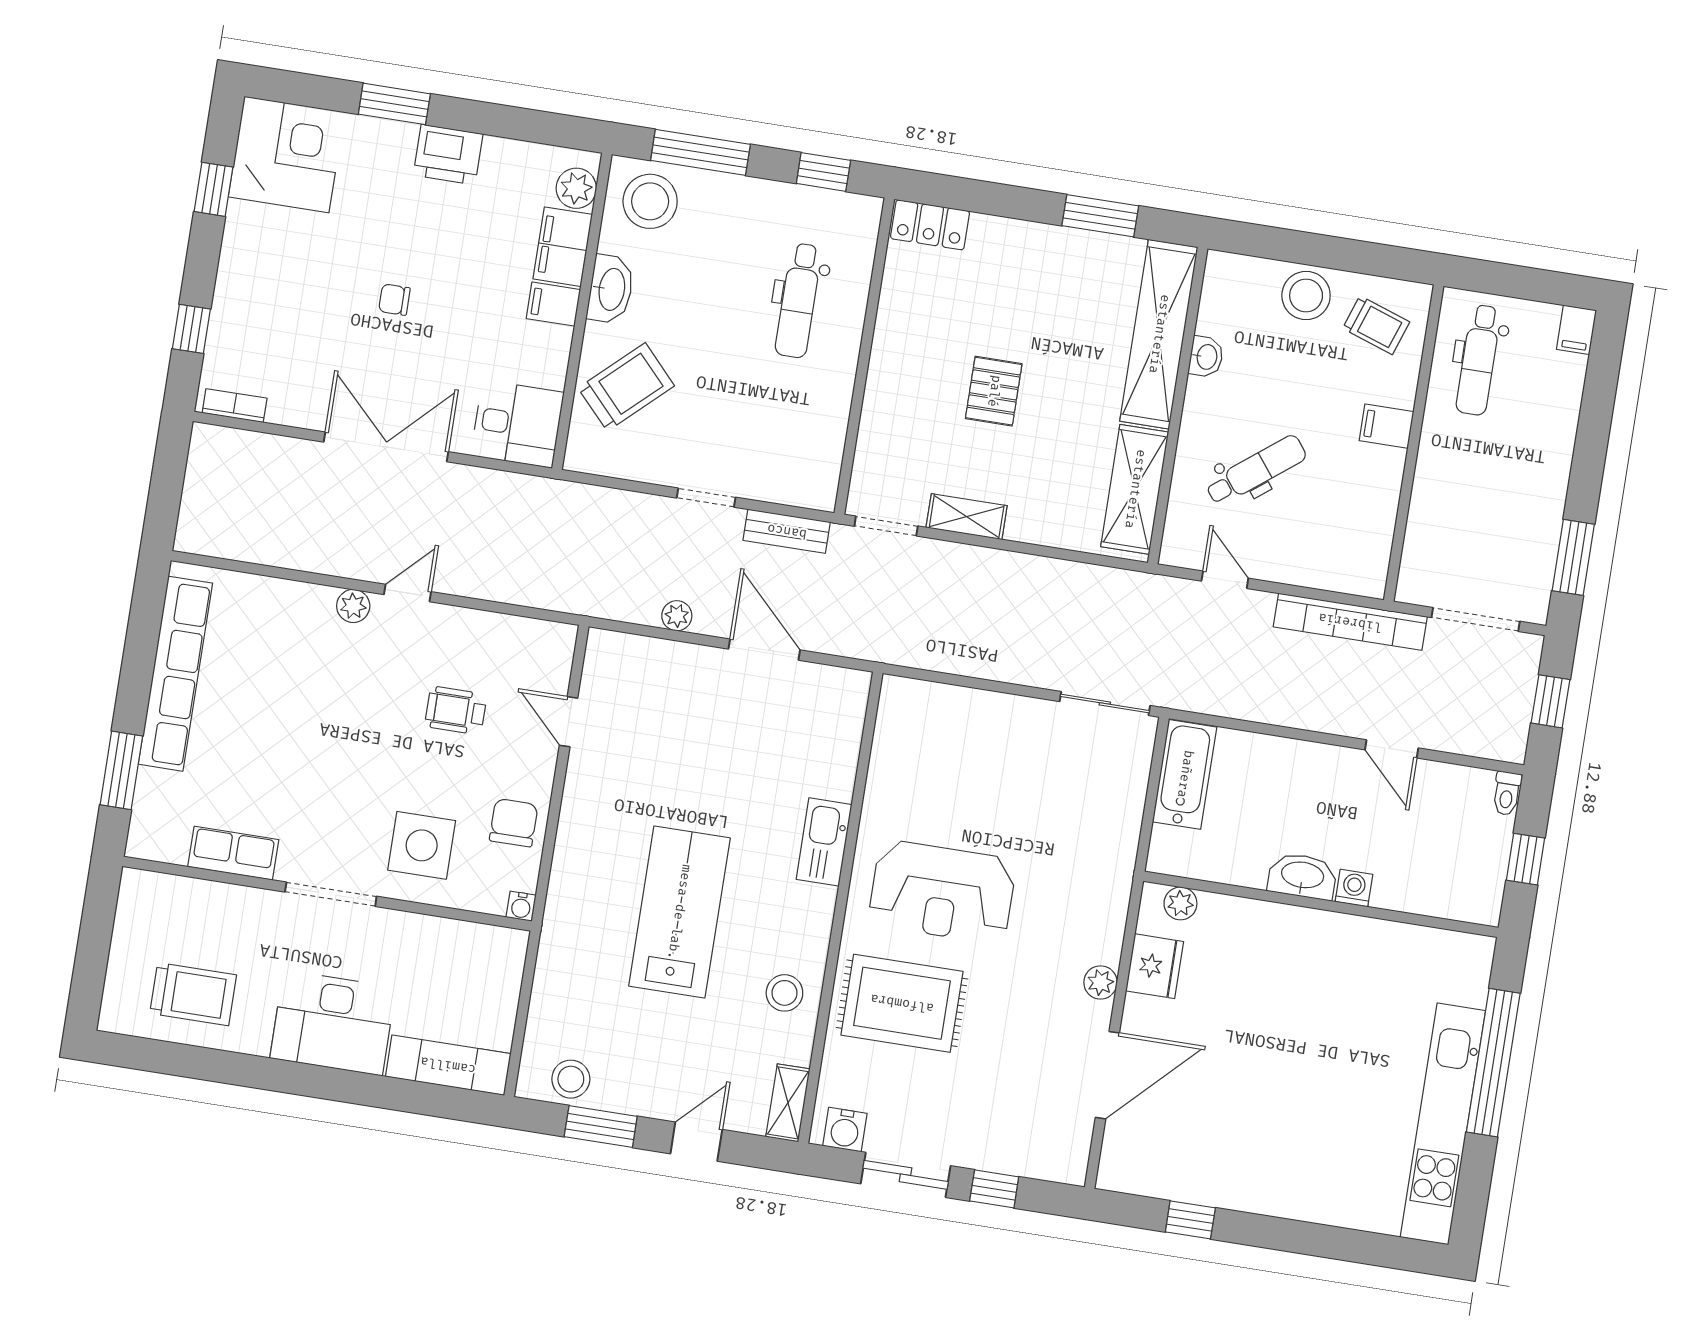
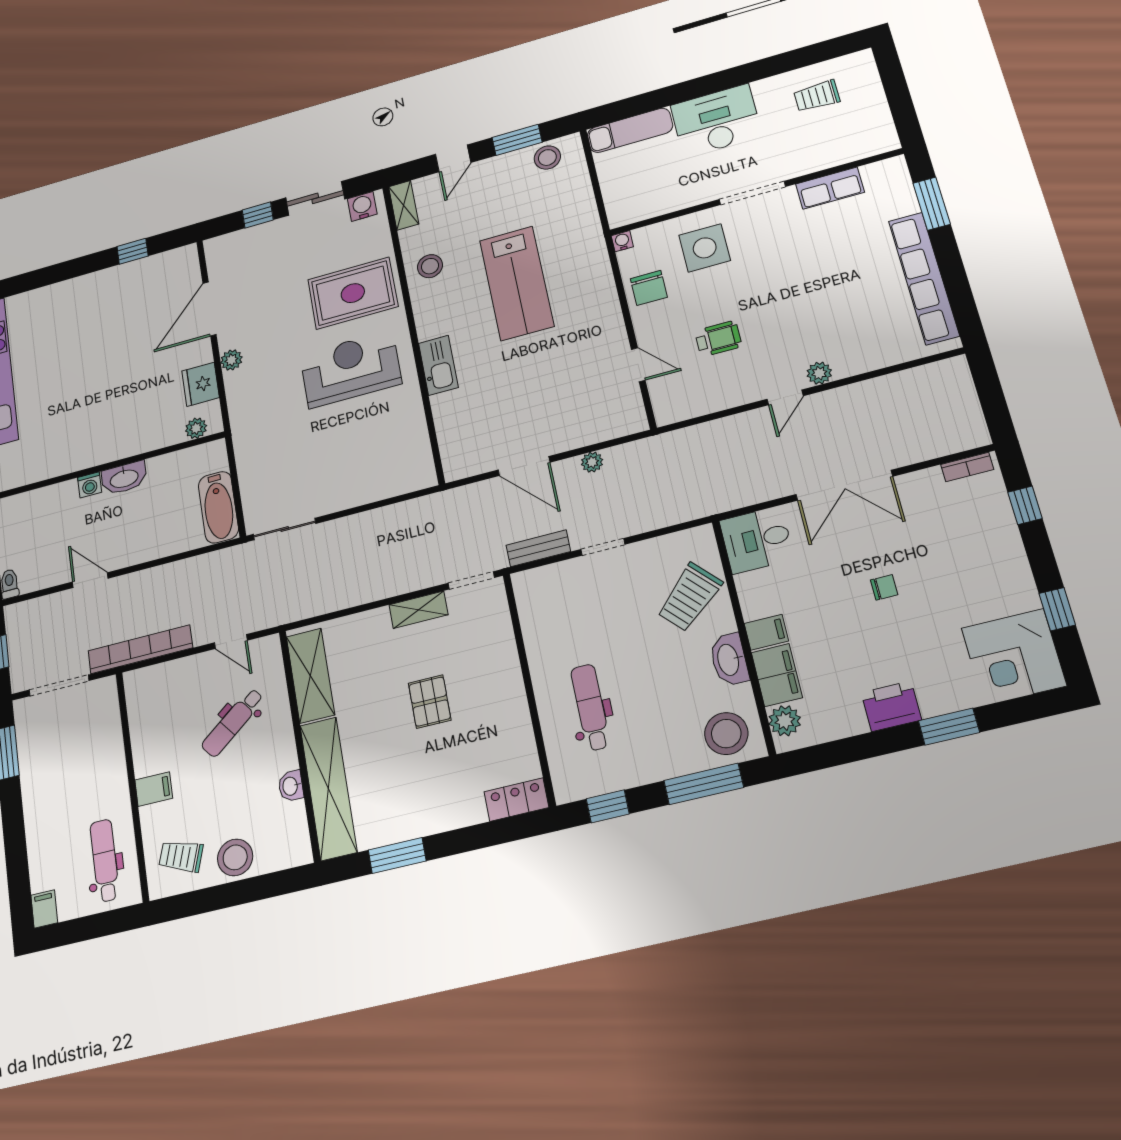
trolley: (193, 994) -> (817, 96), width x0.73, depth x0.72

